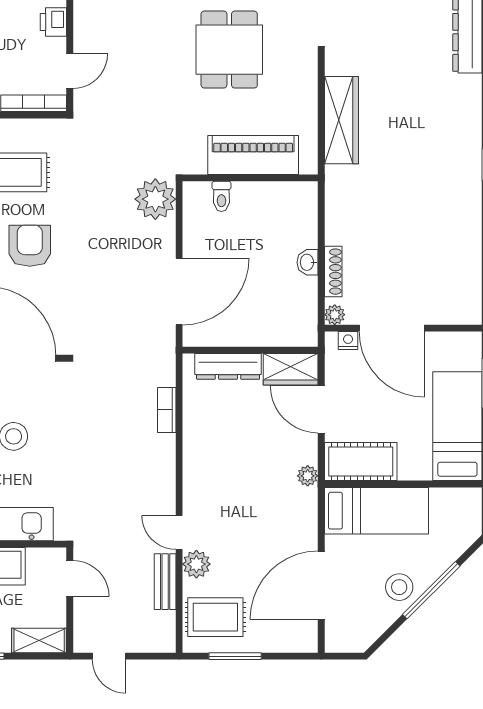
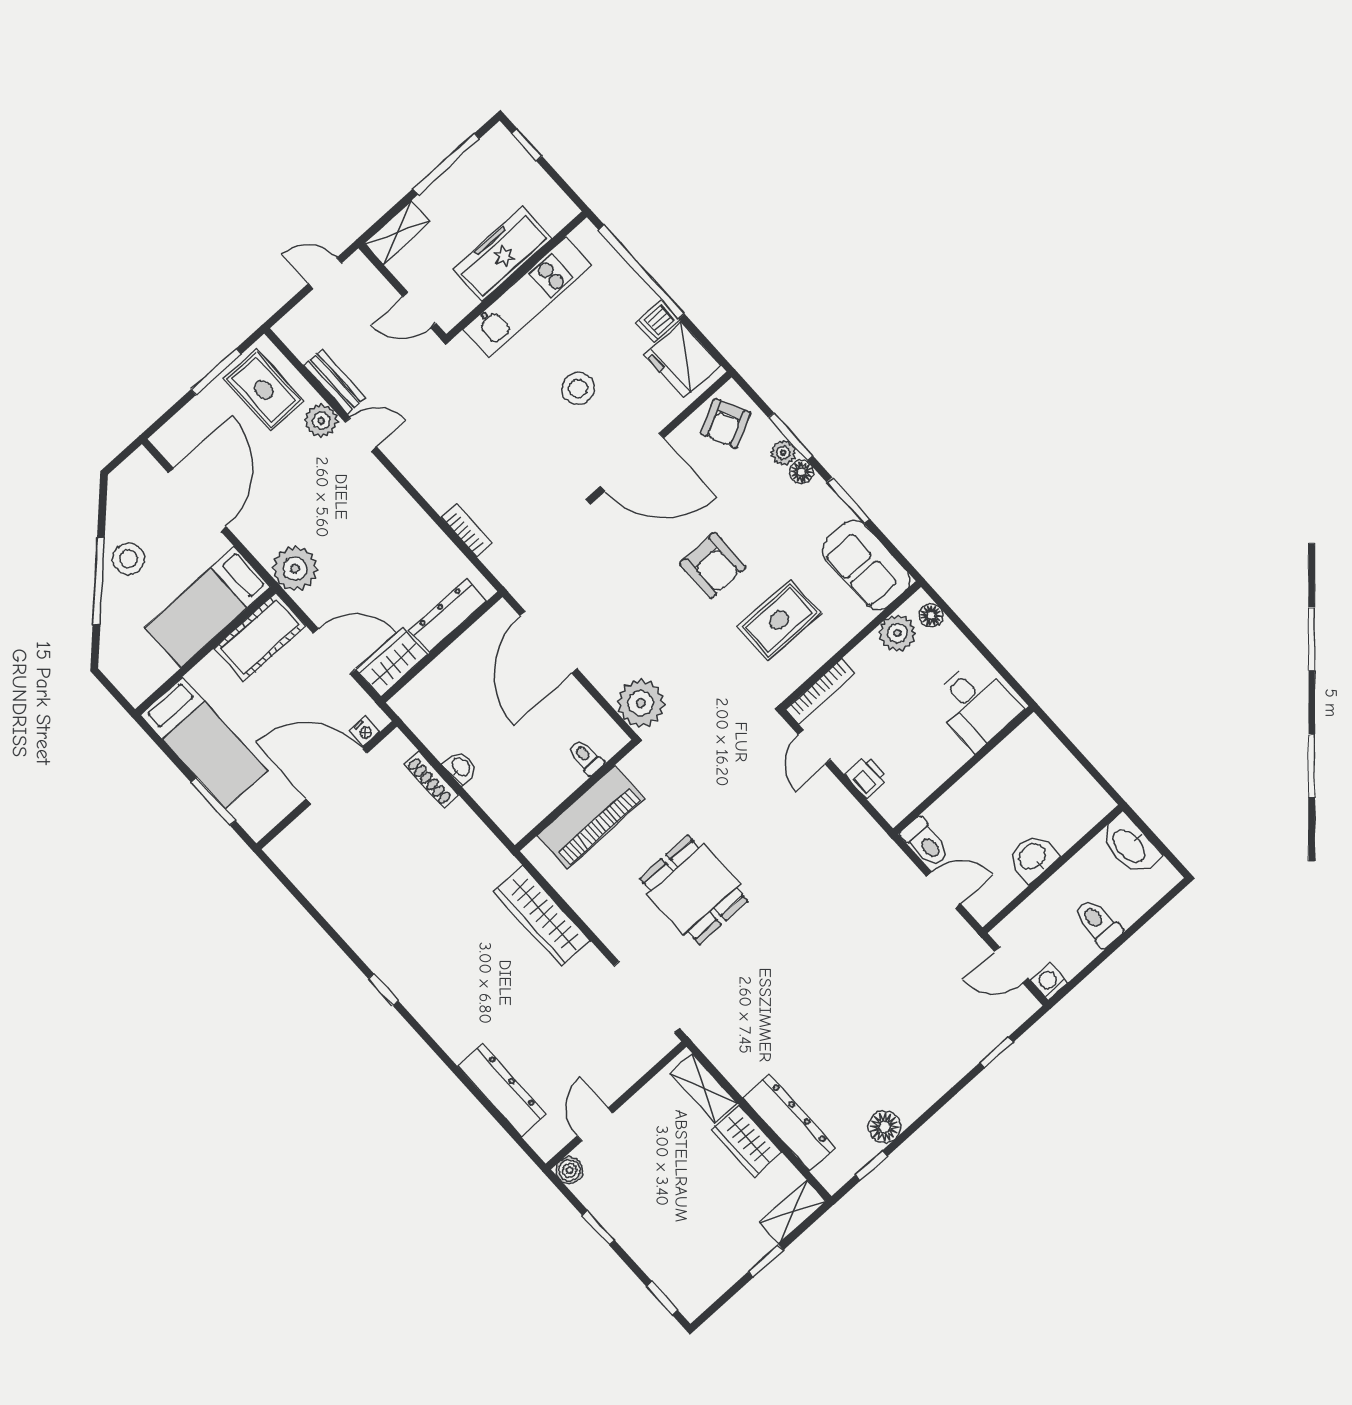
plant: (335, 315) -> (396, 743), removed
plant: (308, 476) -> (295, 569), width x1.88, depth x1.88
rug: (215, 617) -> (264, 390), turned 90

